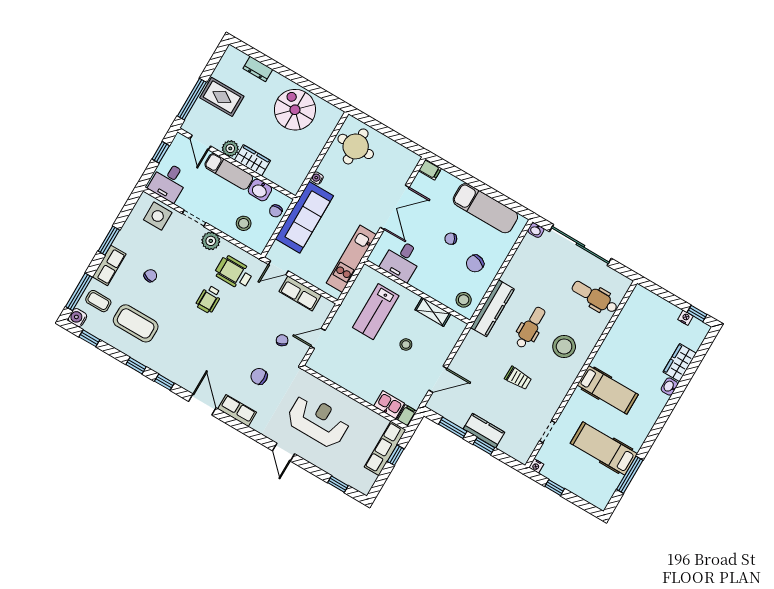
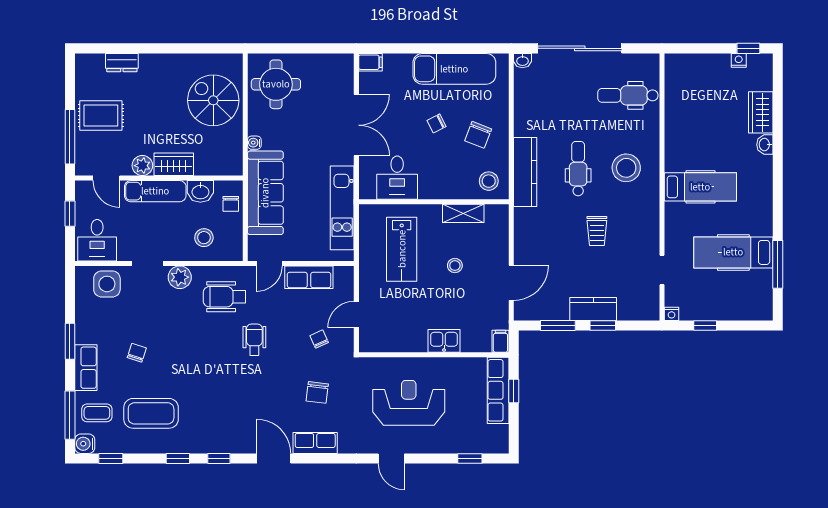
spiral stairs: (295, 110) -> (213, 100), moved
wheelchair: (209, 299) -> (254, 340), moved, turned 180
chair: (259, 376) -> (317, 392), turned -83
trolley: (518, 378) -> (597, 231), turned 90
kitchen sink: (389, 405) -> (444, 341), moved

